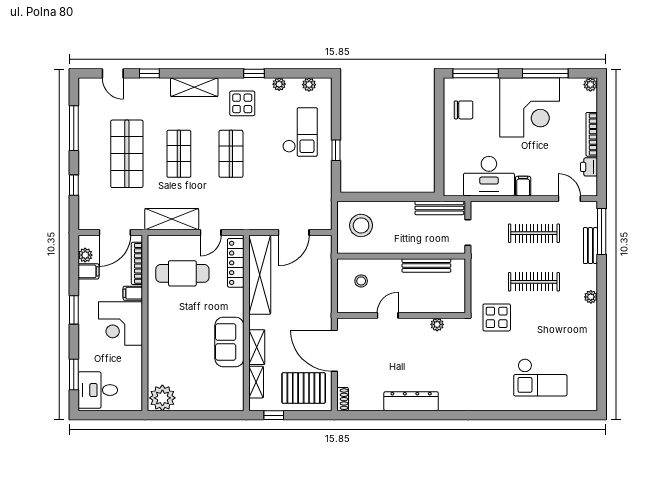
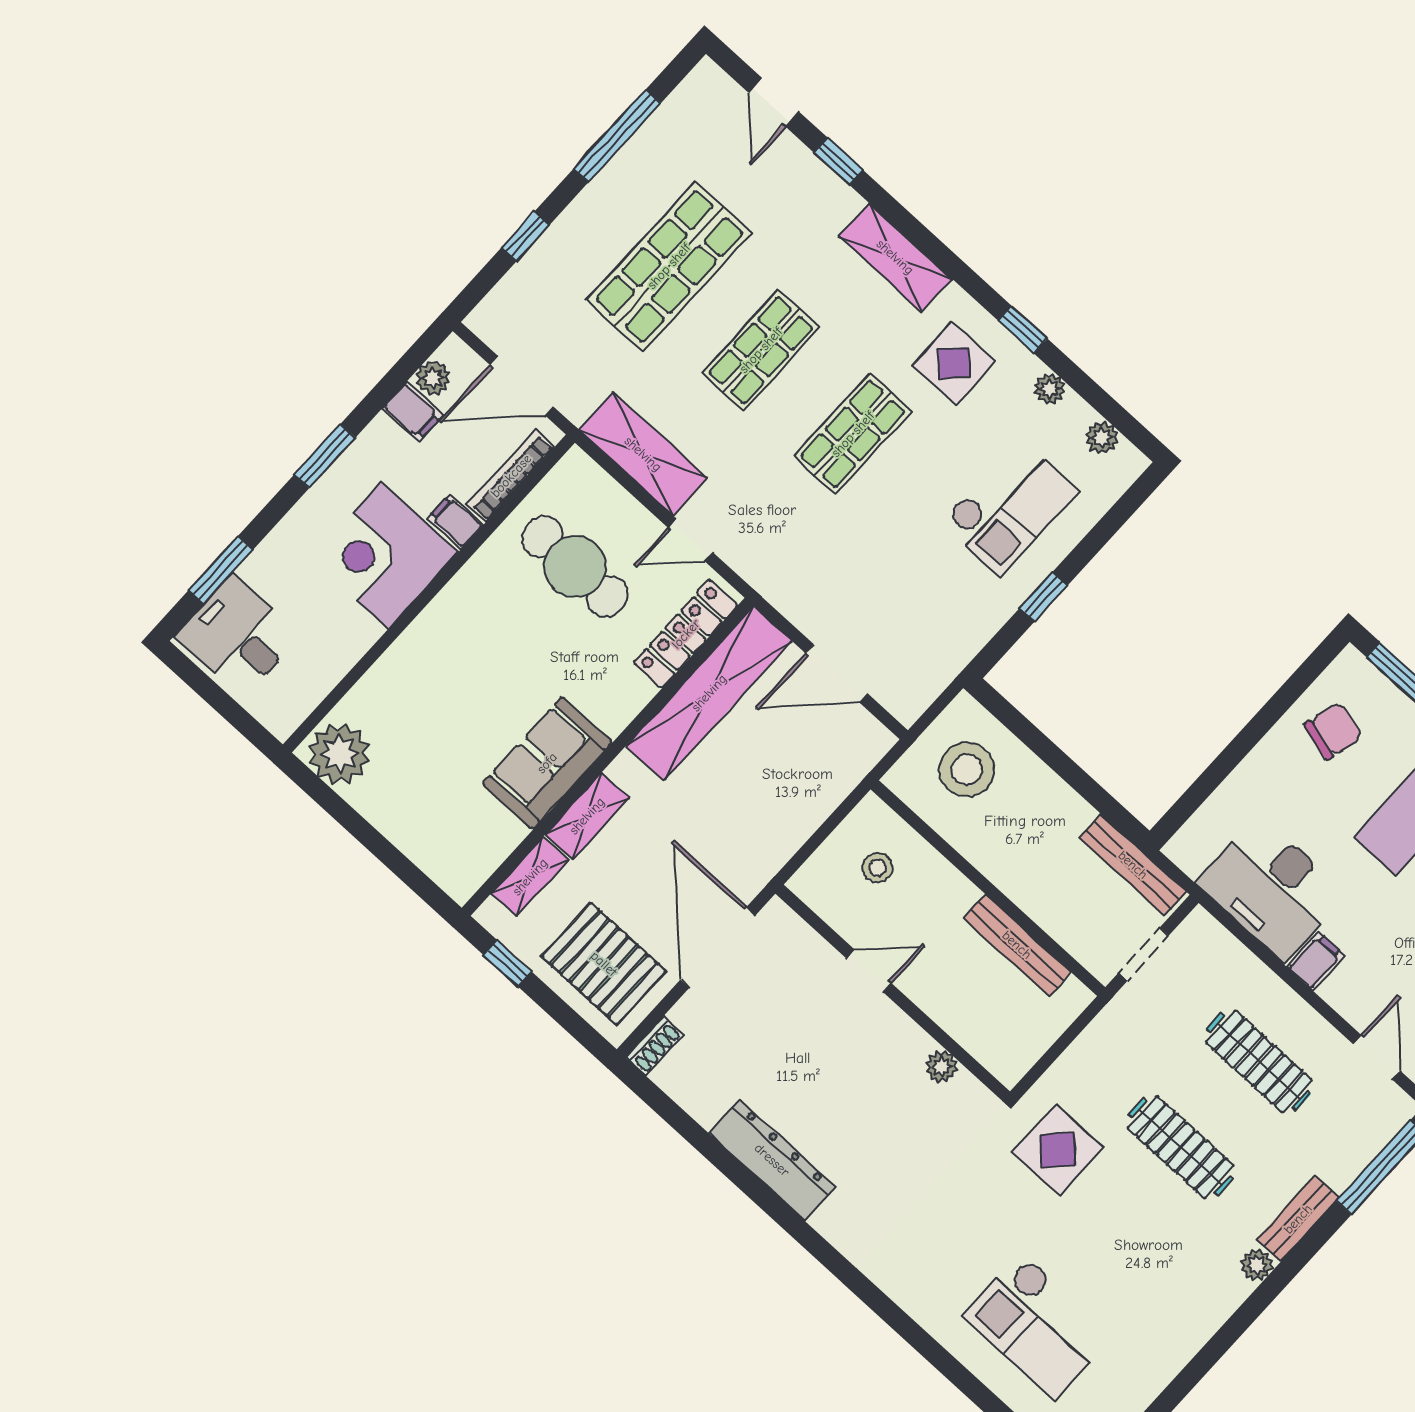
chair: (464, 110) -> (1333, 731), turned -75
bench: (590, 246) -> (1298, 1219), moved

